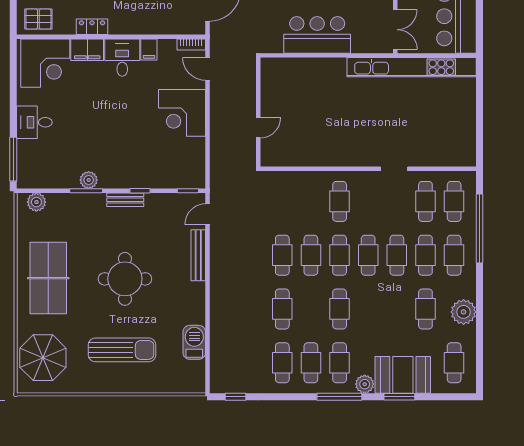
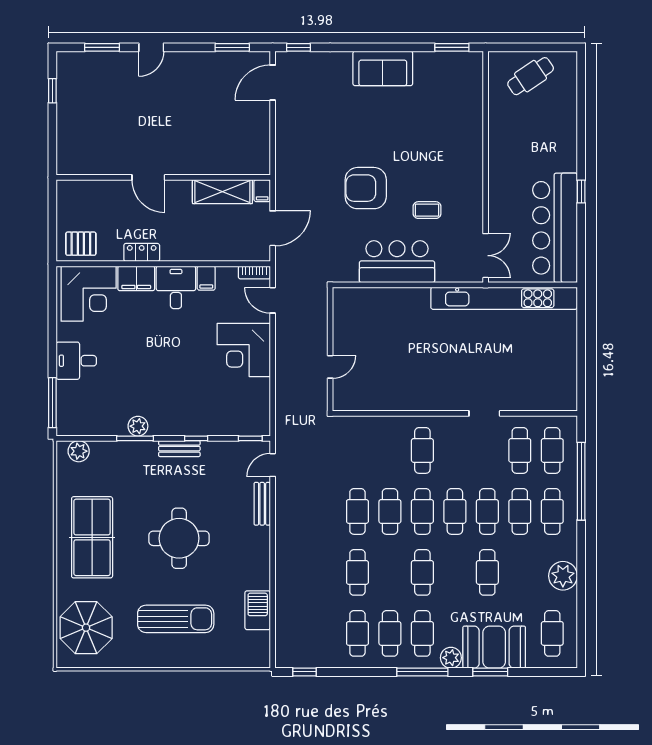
bench: (198, 255) -> (262, 504), width x0.73
cafe table: (425, 309) -> (487, 572), moved

